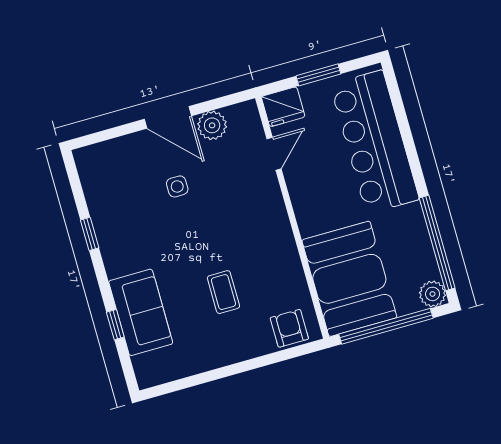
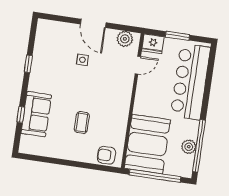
plant: (212, 125) -> (125, 39), moved
plant: (433, 294) -> (189, 147), moved
armchair: (289, 328) -> (106, 155), turned -90

